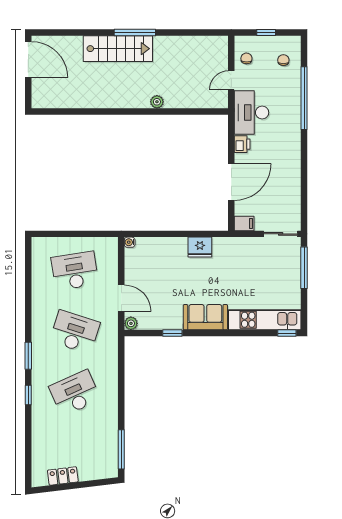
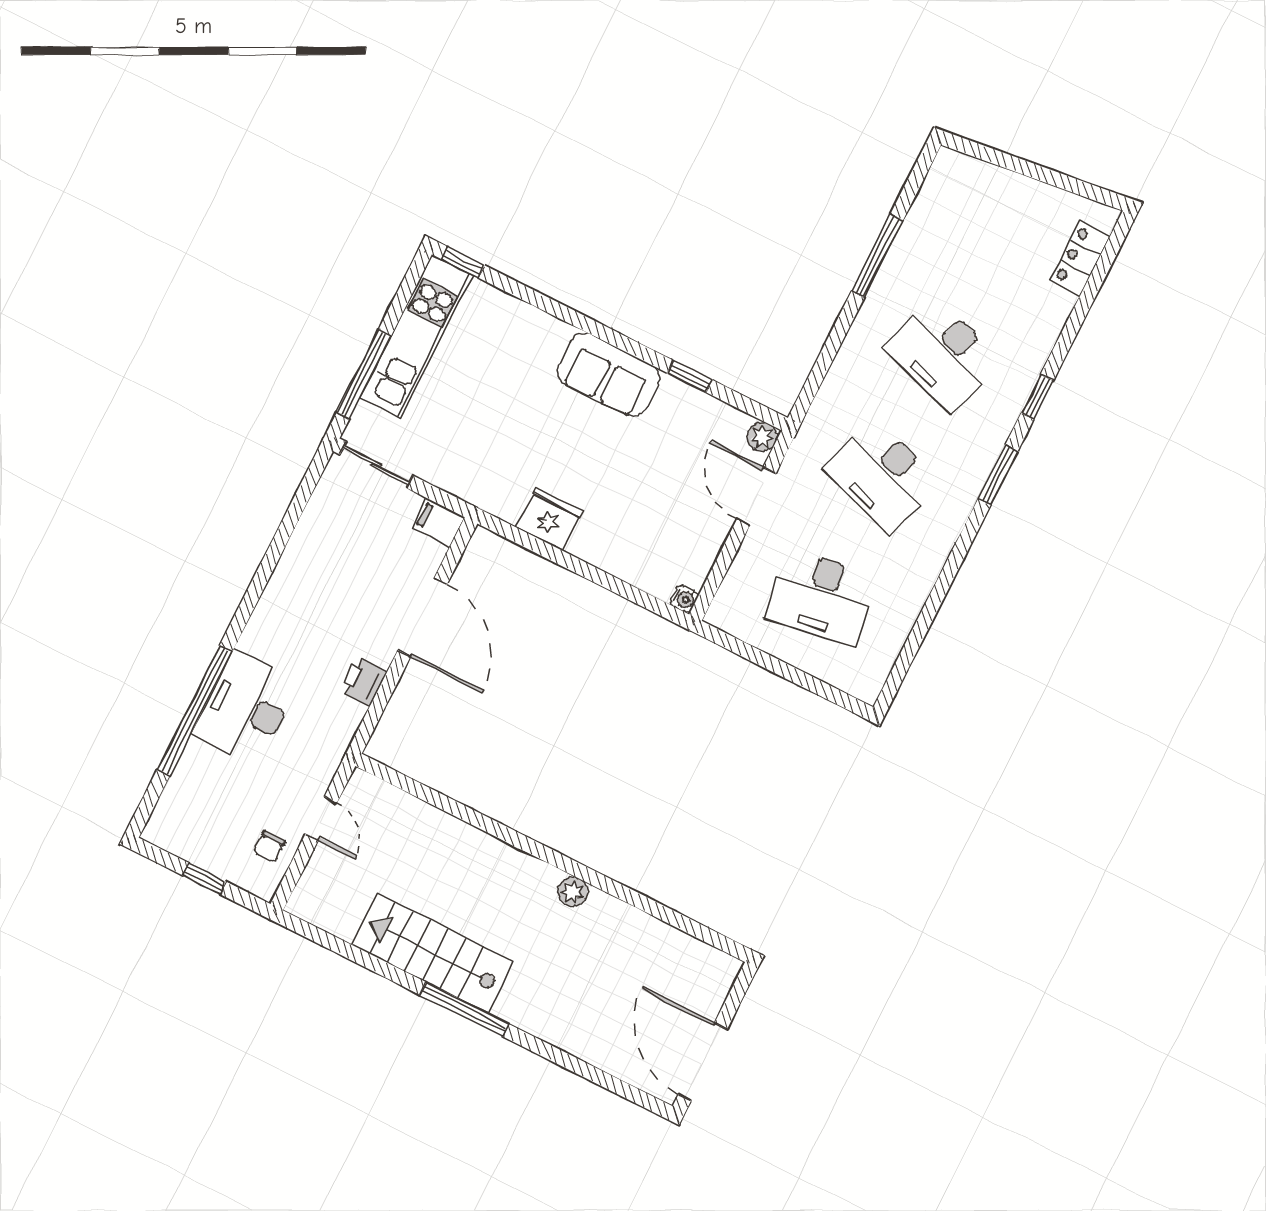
stairs: (118, 49) -> (433, 953), moved
chair: (283, 60) -> (198, 807), removed
door: (231, 80) -> (321, 818), hinge flipped
plant: (157, 102) -> (573, 892), moved
desk: (251, 113) -> (246, 708), moved, turned 180
door: (231, 182) -> (422, 617), swing flipped
kitchen unit: (265, 320) -> (416, 336), moved, turned -90
desk: (75, 393) -> (943, 355), turned 42
window: (121, 449) -> (877, 256), moved
locker: (63, 476) -> (1080, 258), moved, turned 97

